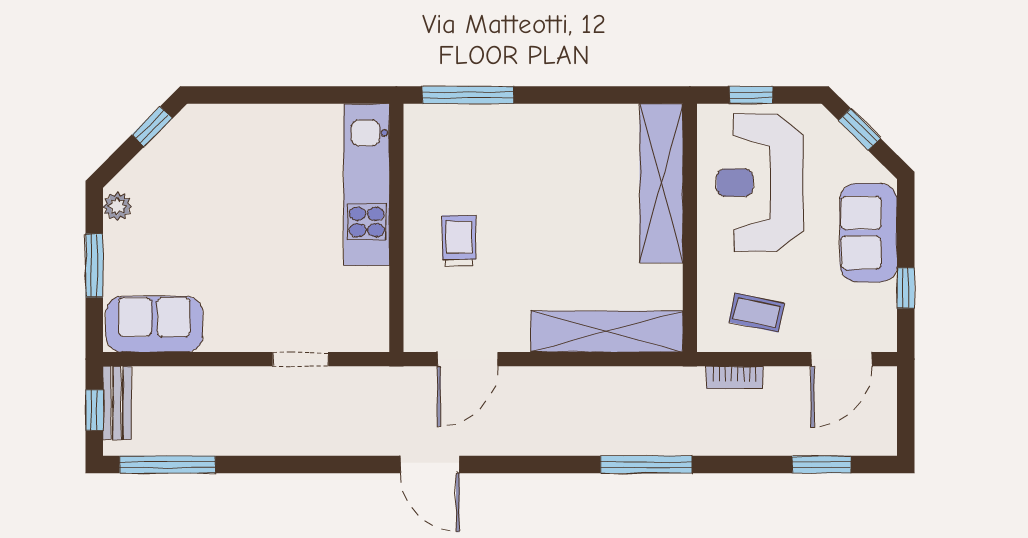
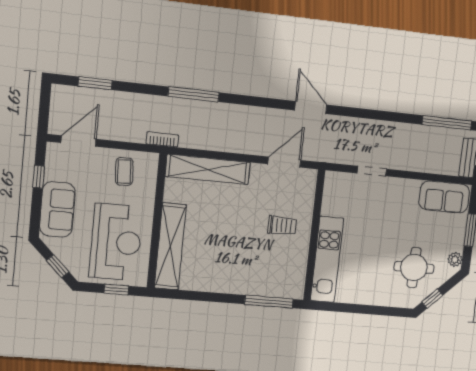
round table: (196, 184) -> (414, 268), added
trolley: (459, 241) -> (282, 226), turned -90
coffee table: (757, 313) -> (124, 171), turned 75
bookcase: (734, 377) -> (162, 139), moved

